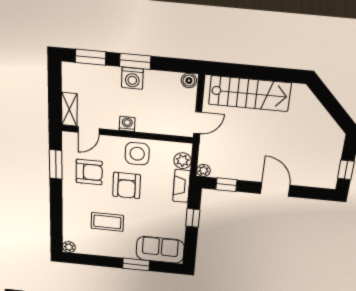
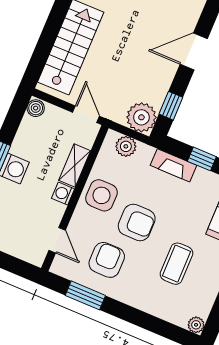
shelving: (69, 109) -> (75, 166), moved, turned 90
plant: (204, 170) -> (141, 117), width x1.87, depth x1.87
fireplace: (182, 186) -> (174, 165), moved

